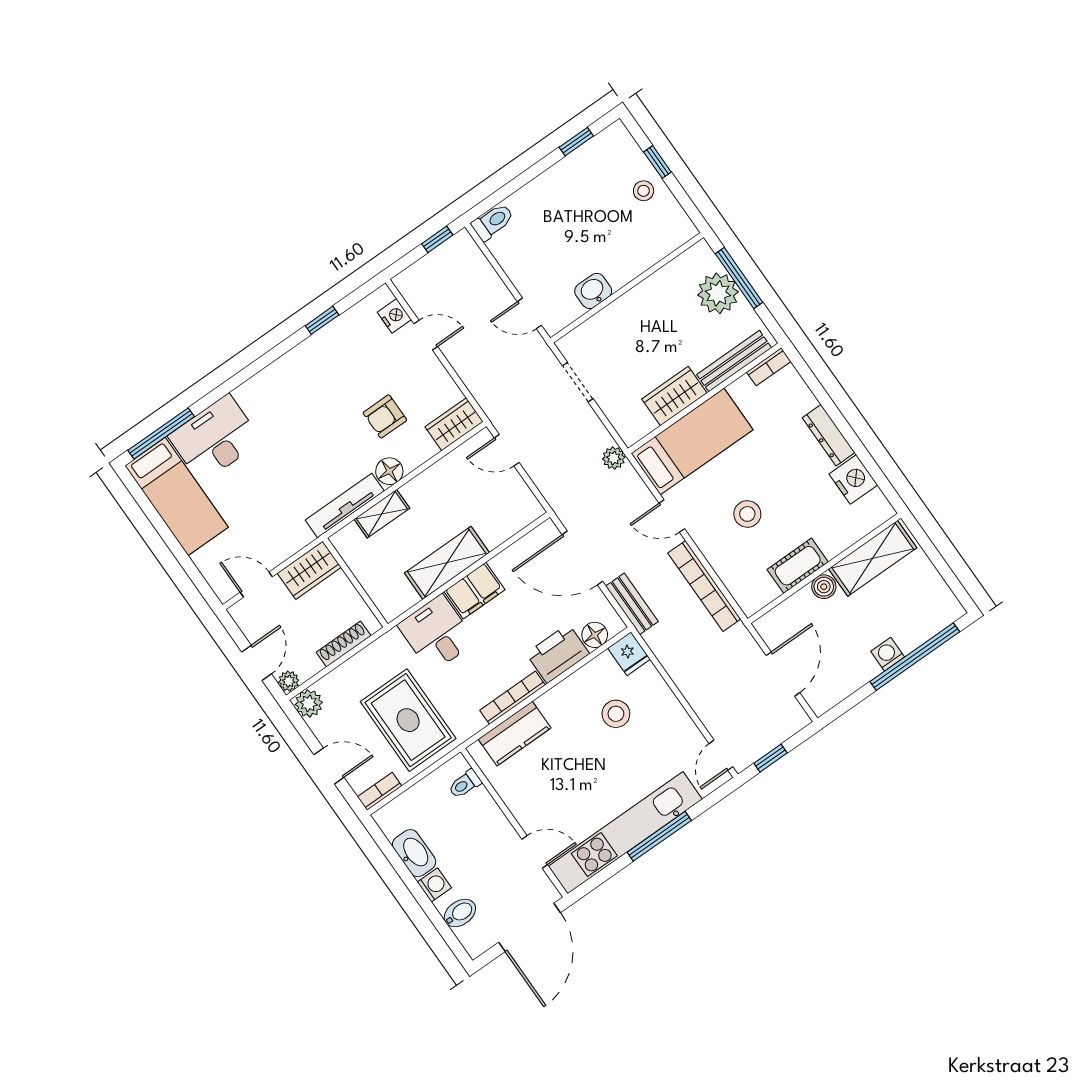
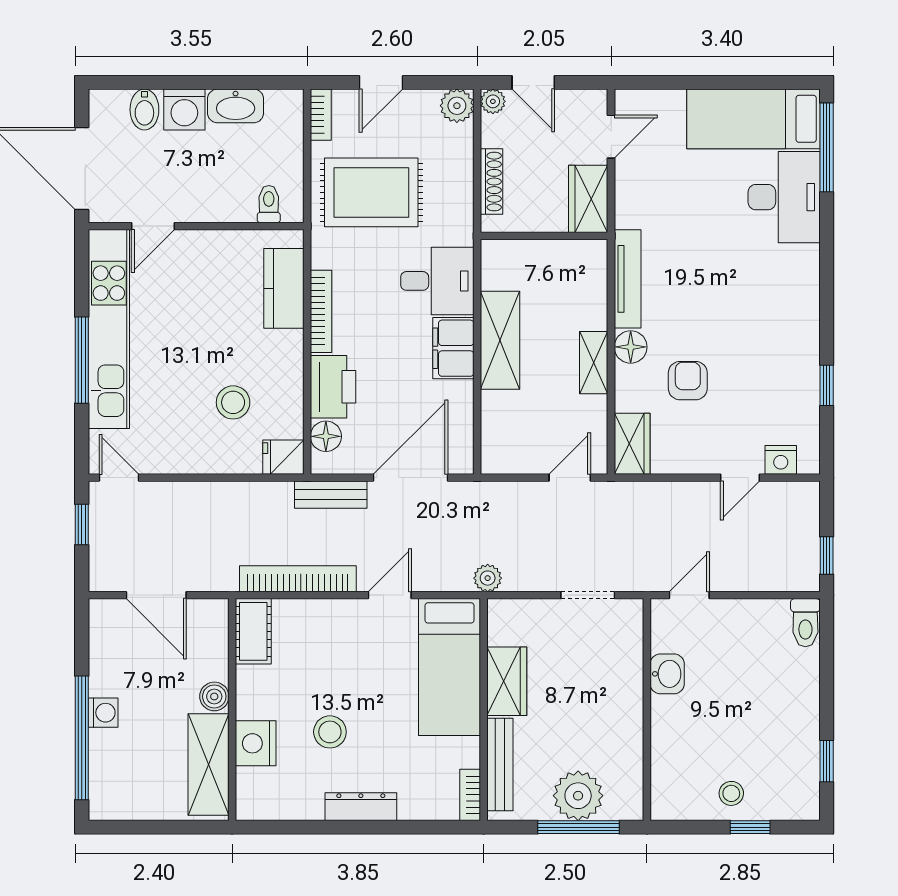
nightstand: (853, 479) -> (256, 743), moved, turned 90
shelving: (382, 514) -> (594, 363), moved
stool: (747, 514) -> (330, 732), moved
cot: (798, 566) -> (253, 631), moved
washing machine: (434, 885) -> (184, 109), width x1.38, depth x1.38

